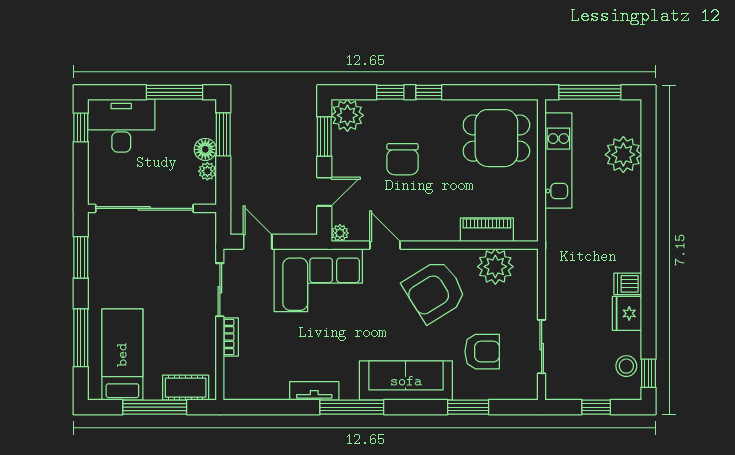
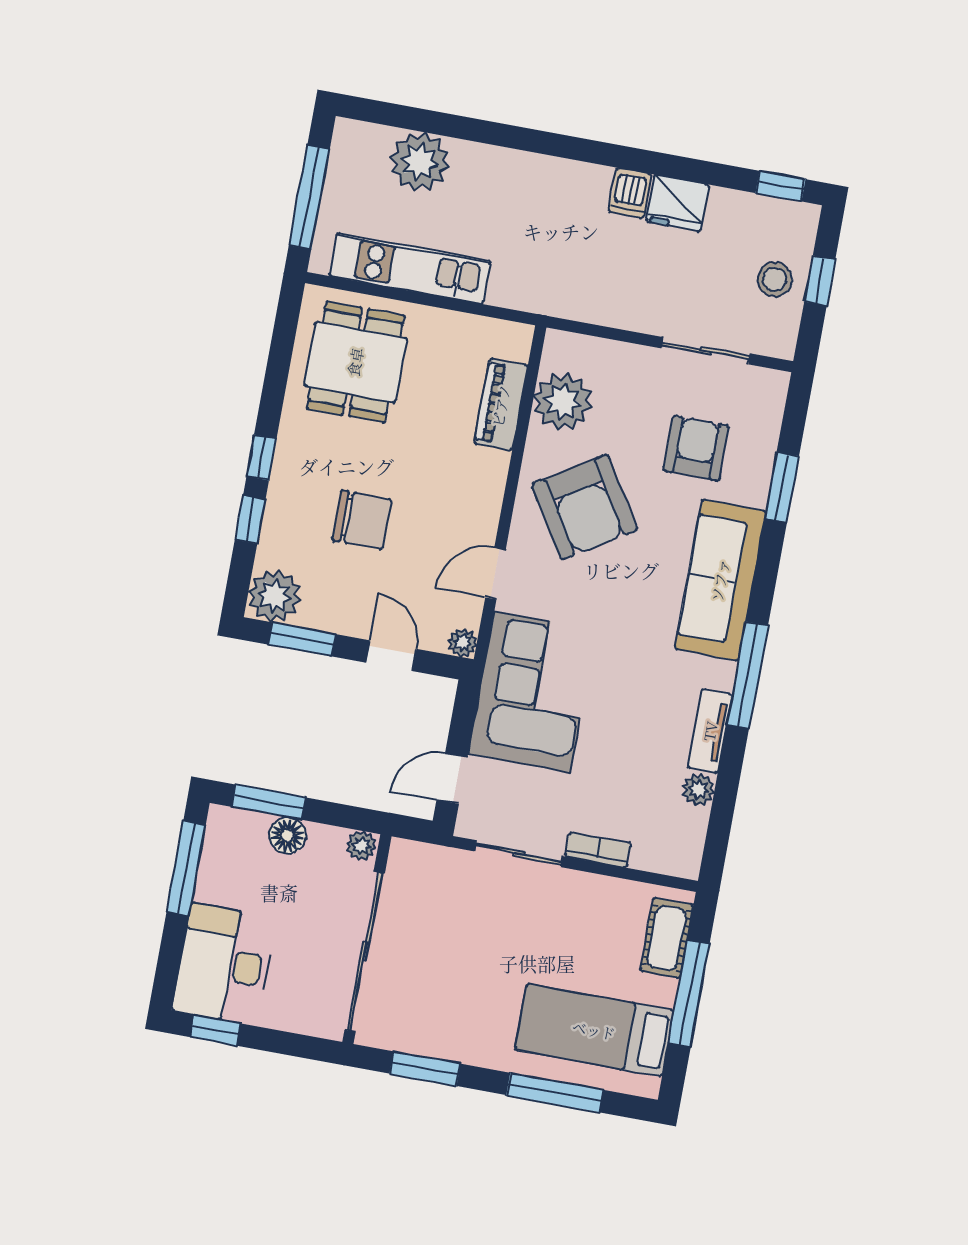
plant: (207, 171) -> (361, 846), moved
stool: (626, 366) -> (775, 279), moved
plant: (278, 390) -> (698, 790), added

